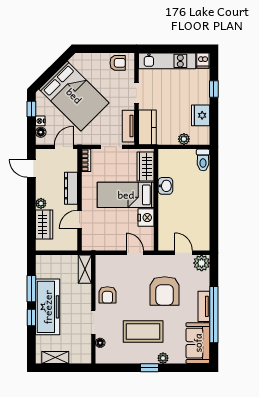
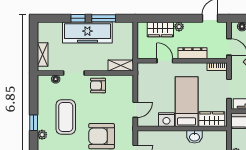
shelving: (55, 357) -> (43, 54), moved

